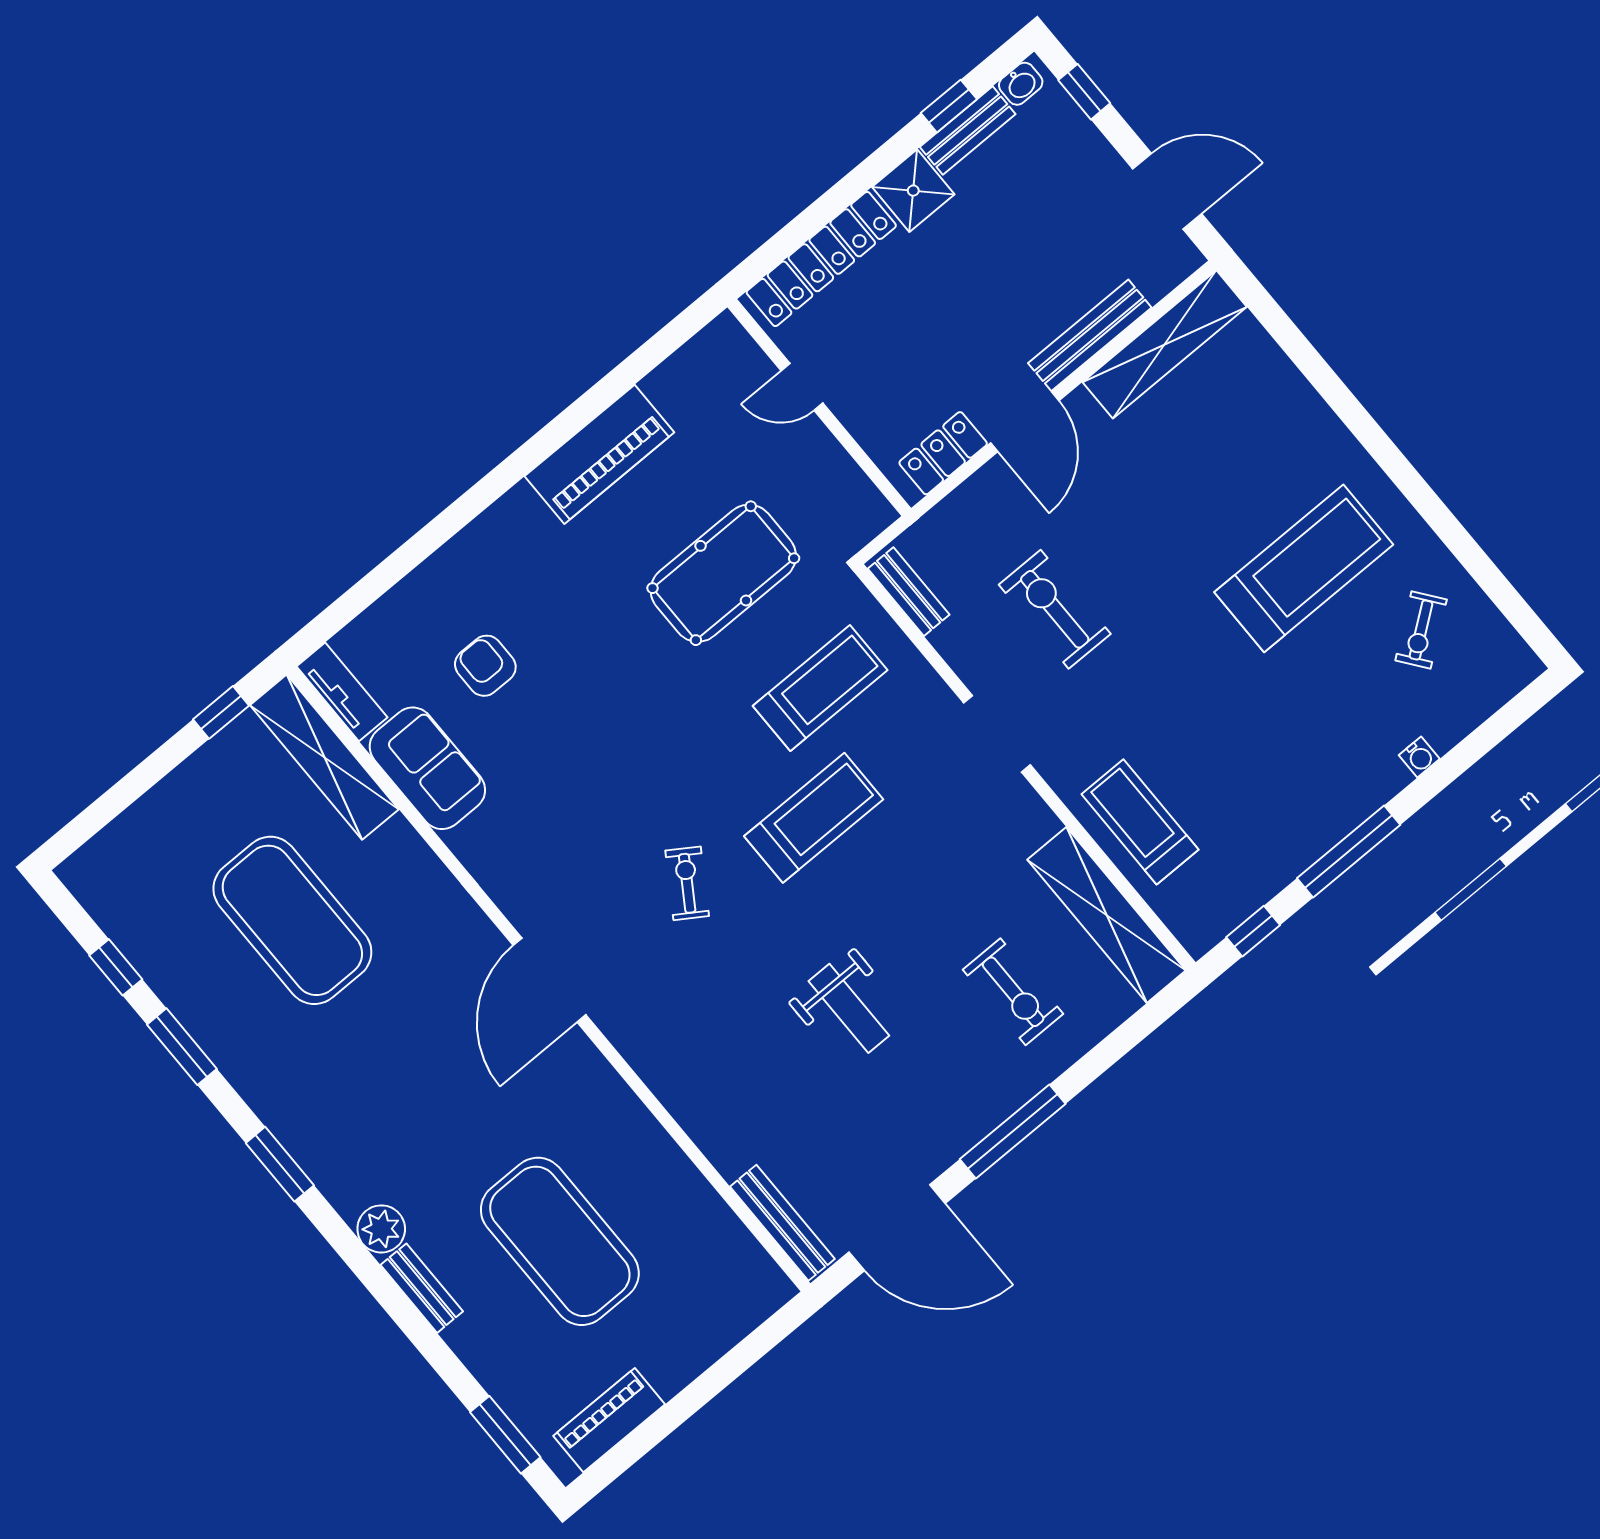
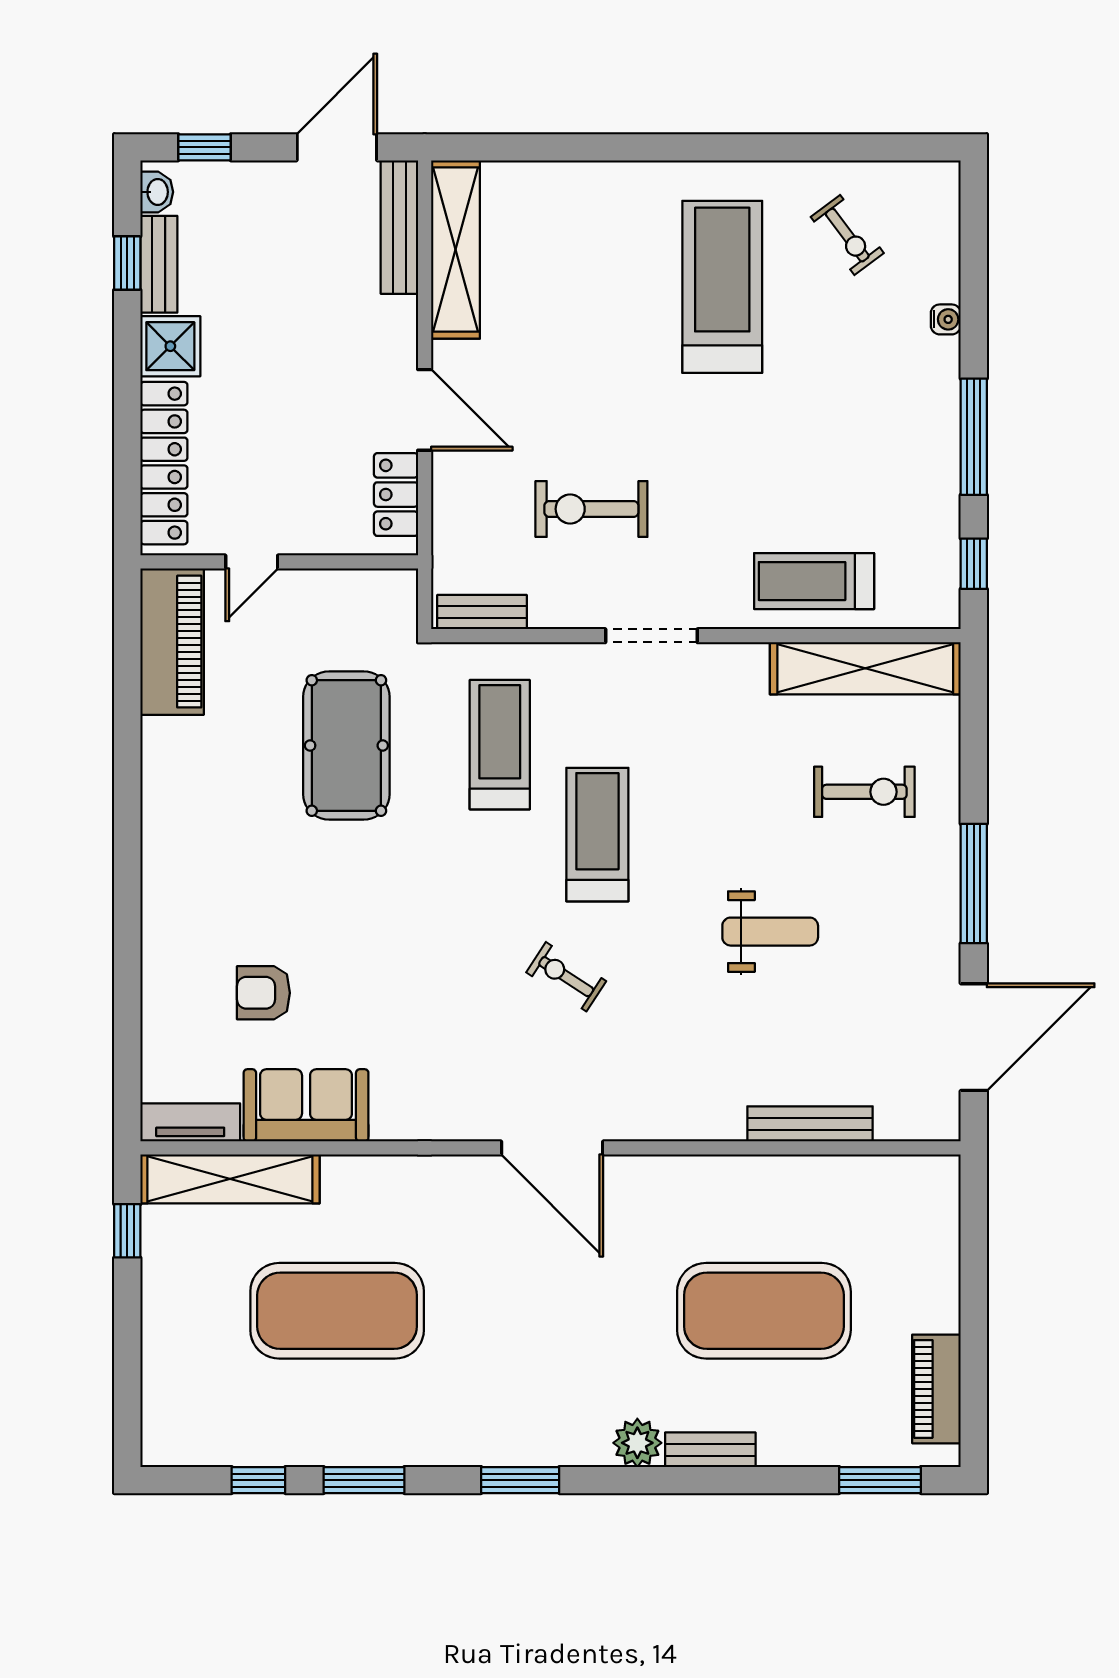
bench: (1090, 335) -> (399, 227), moved
piano: (599, 454) -> (172, 642), moved
bench: (782, 1223) -> (810, 1124), moved

